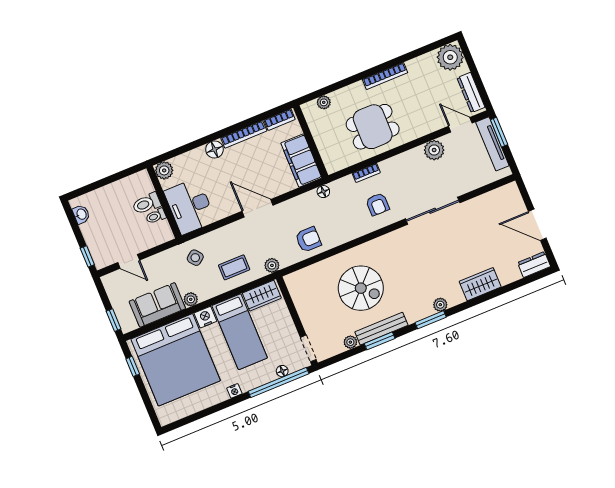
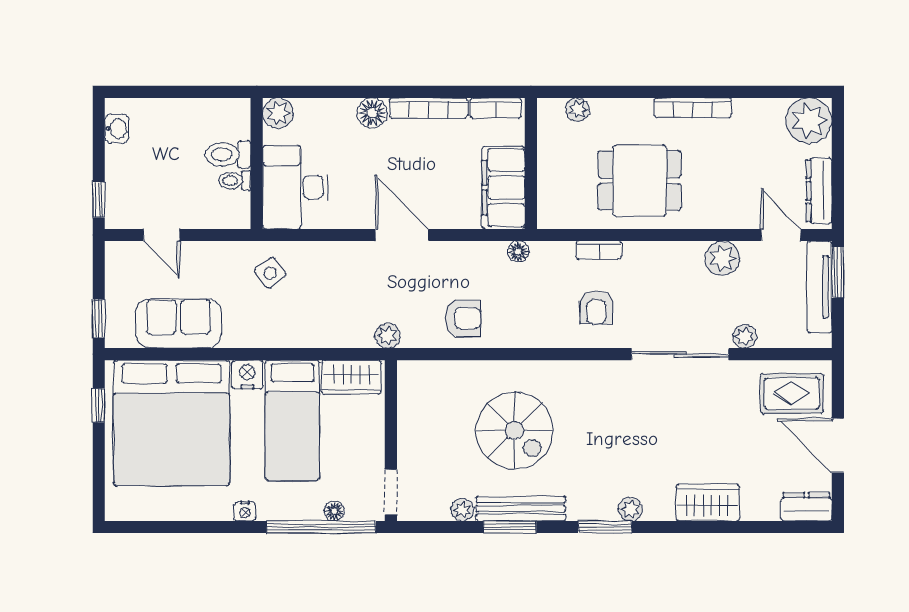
rug: (501, 207) -> (792, 393), added
coffee table: (234, 267) -> (326, 314), removed
plant: (191, 299) -> (745, 336), moved

